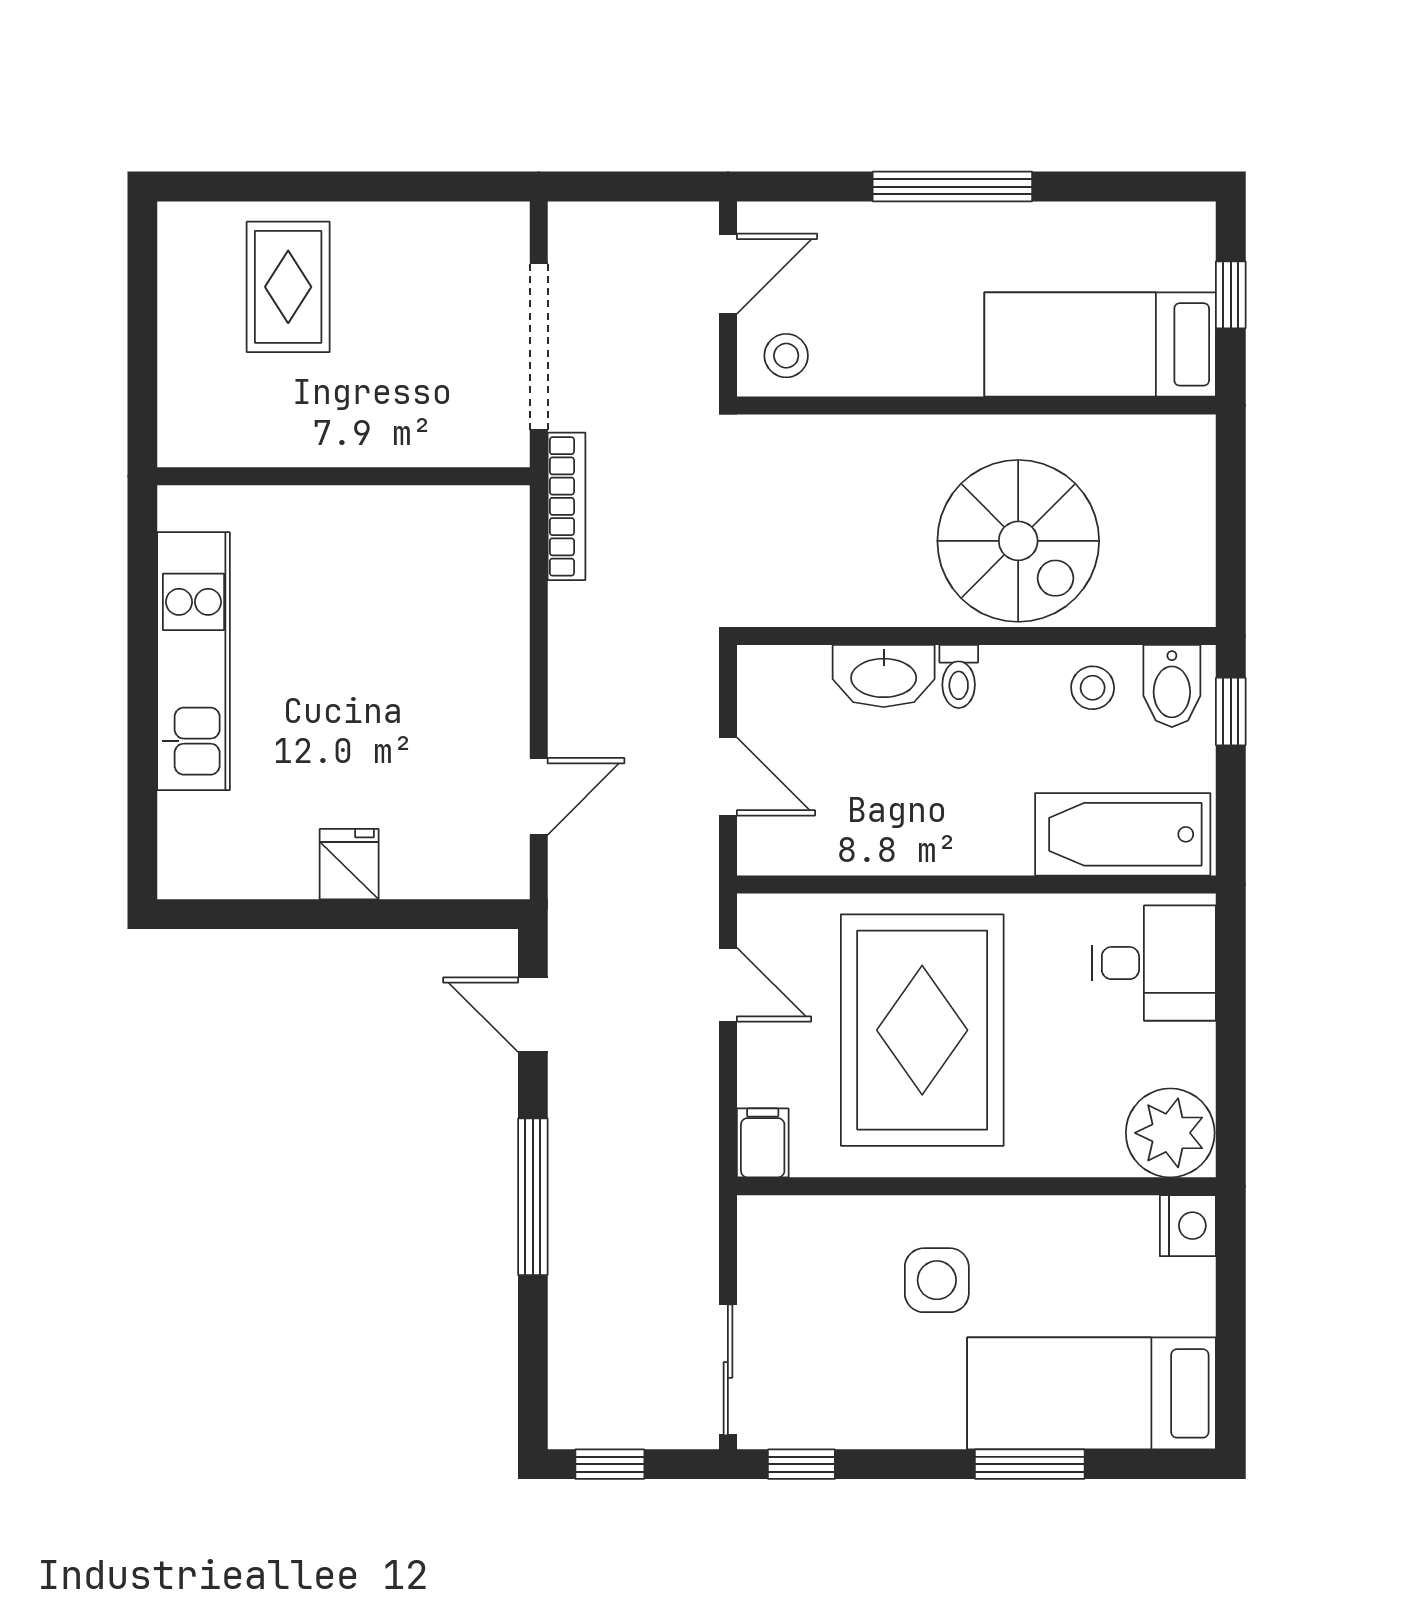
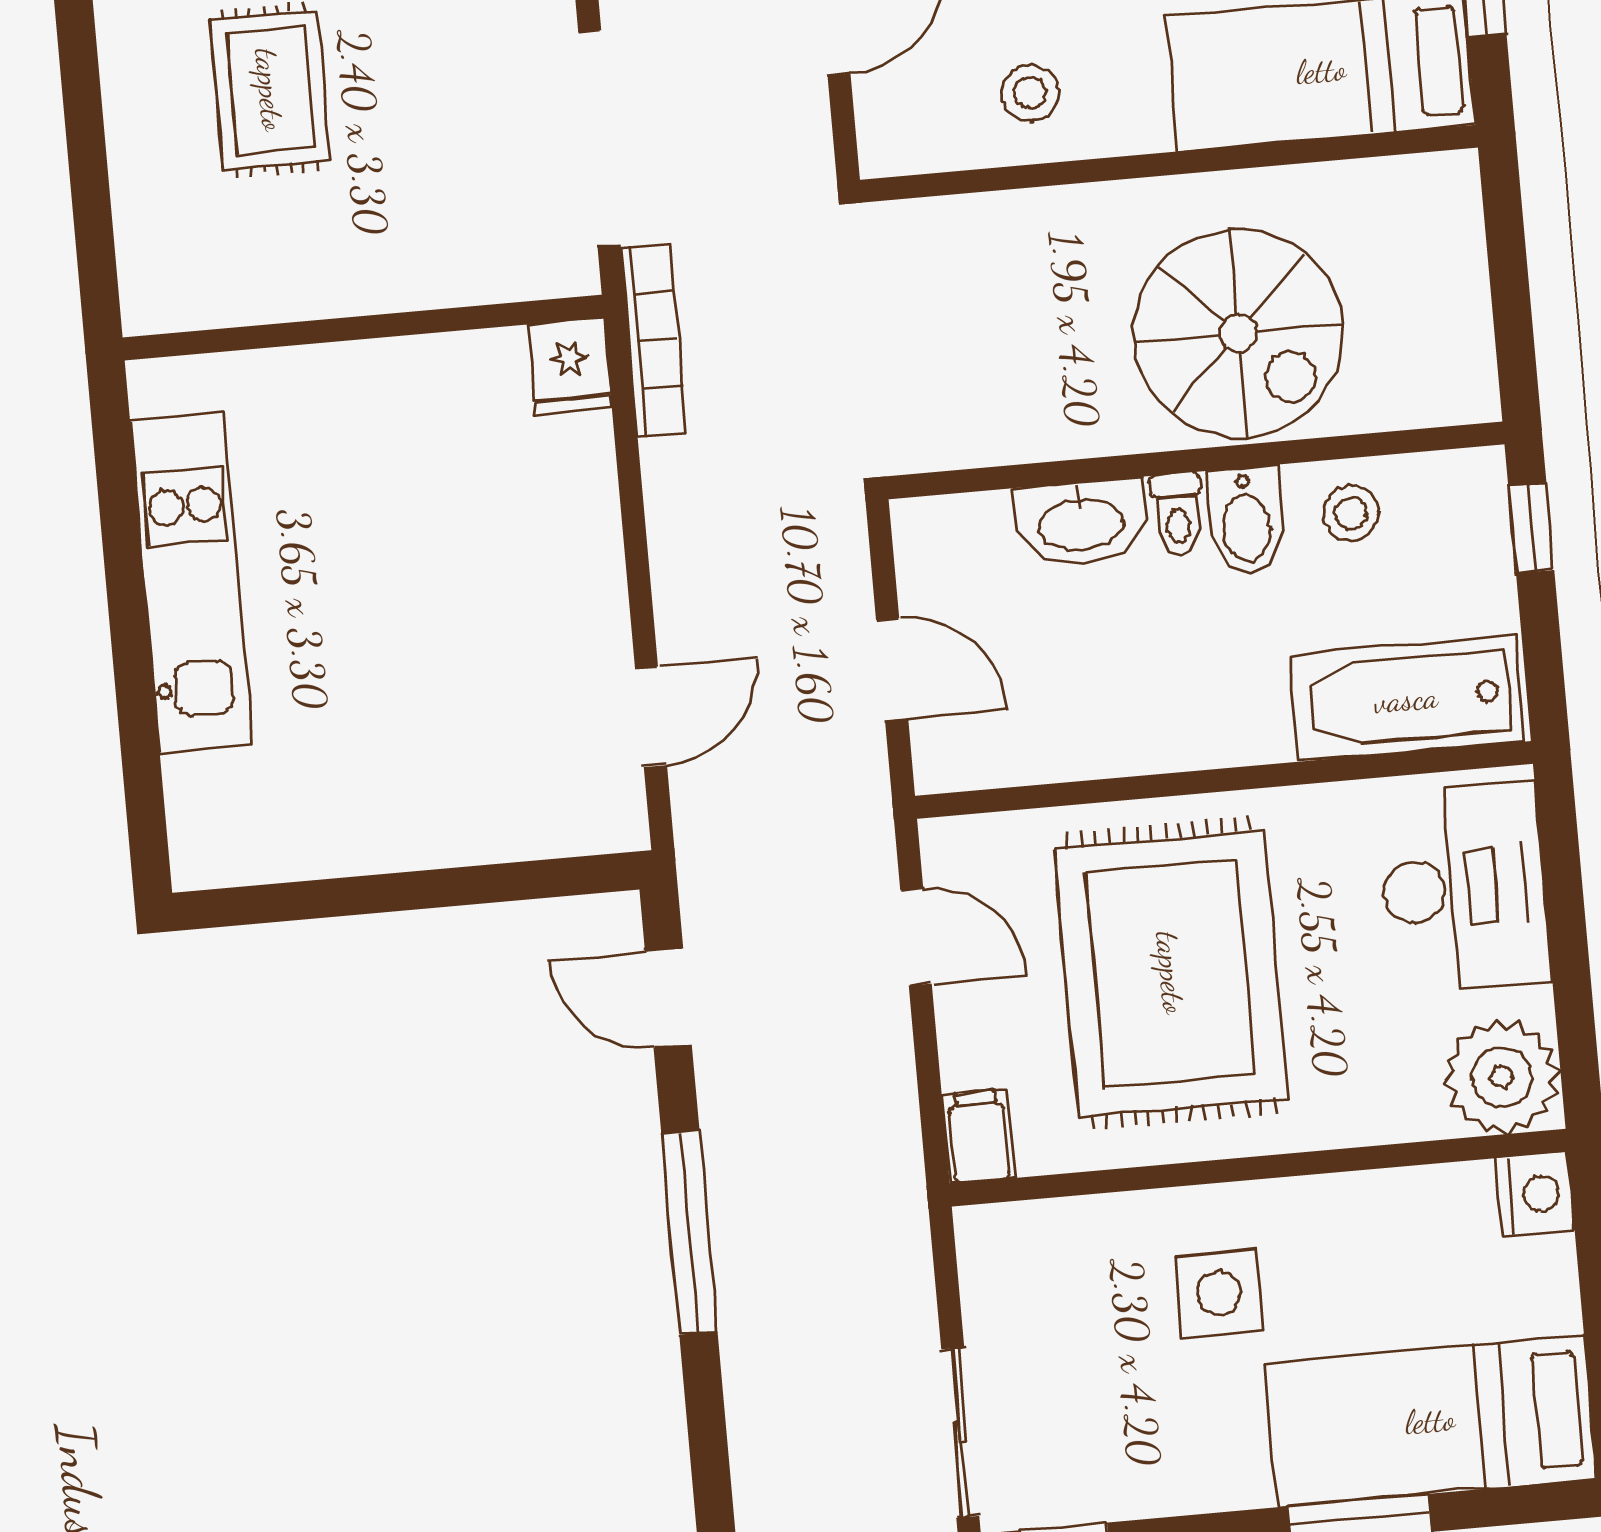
stool: (786, 356) -> (1030, 93), moved
bidet: (1172, 686) -> (1246, 521), moved
fridge: (349, 864) -> (570, 366), moved, turned 180
desk: (1154, 963) -> (1464, 888), width x1.37

